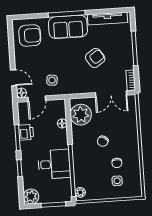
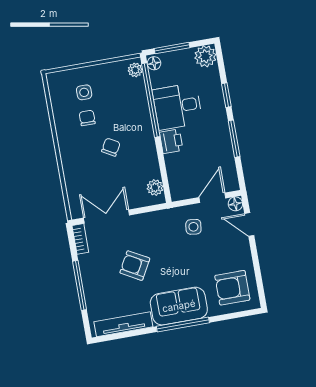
armchair: (95, 58) -> (135, 266), turned 63
plant: (81, 115) -> (155, 188), width x0.53, depth x0.53
floor lamp: (62, 123) -> (154, 63), moved
printer: (26, 132) -> (171, 141), moved, turned 180

